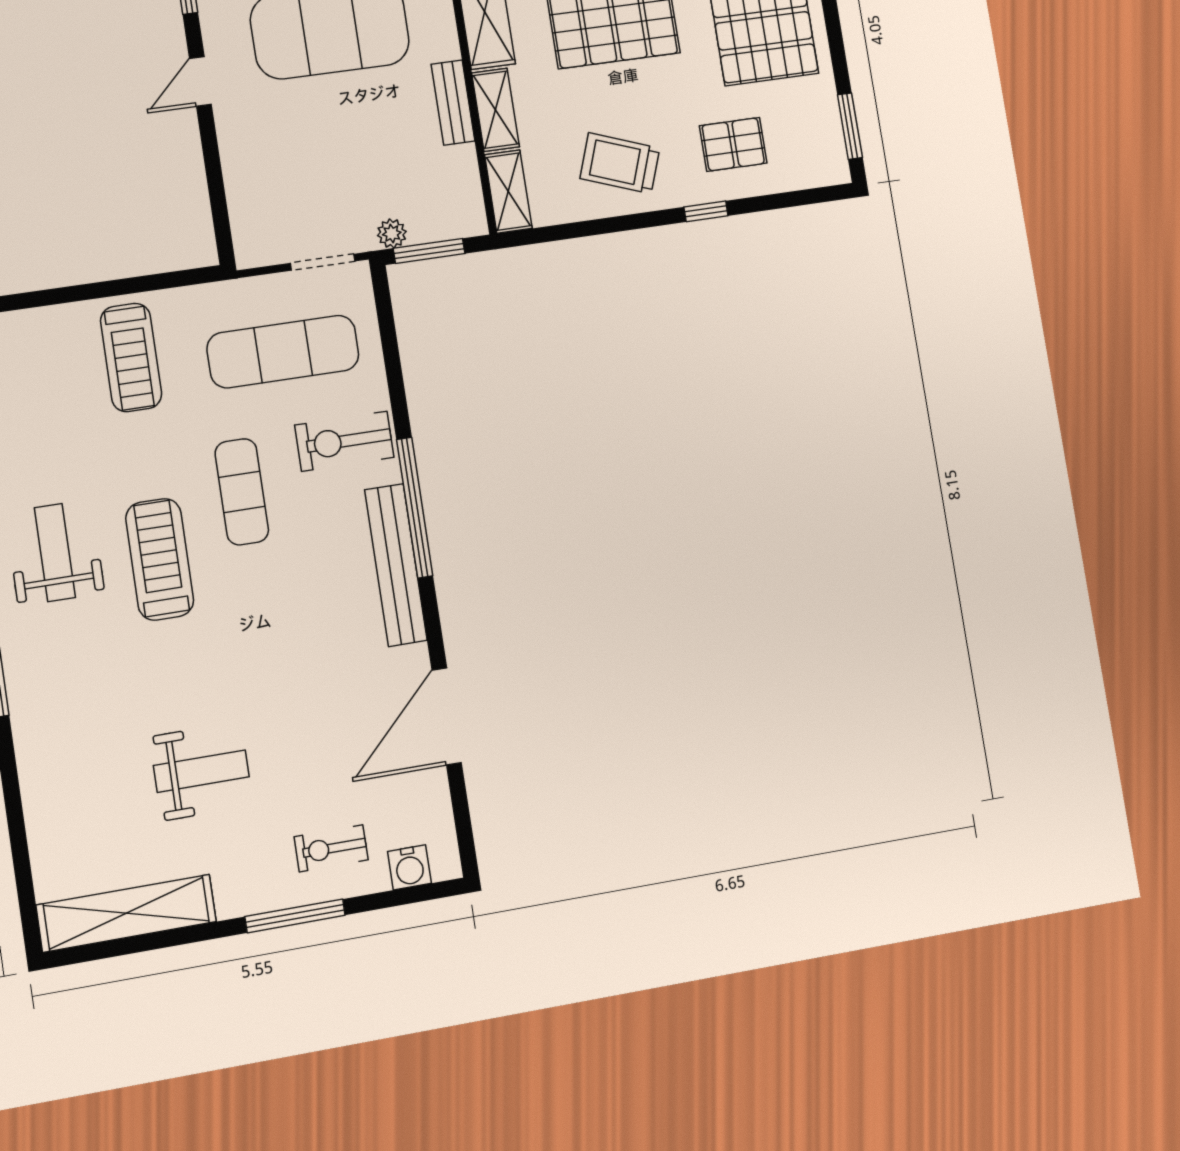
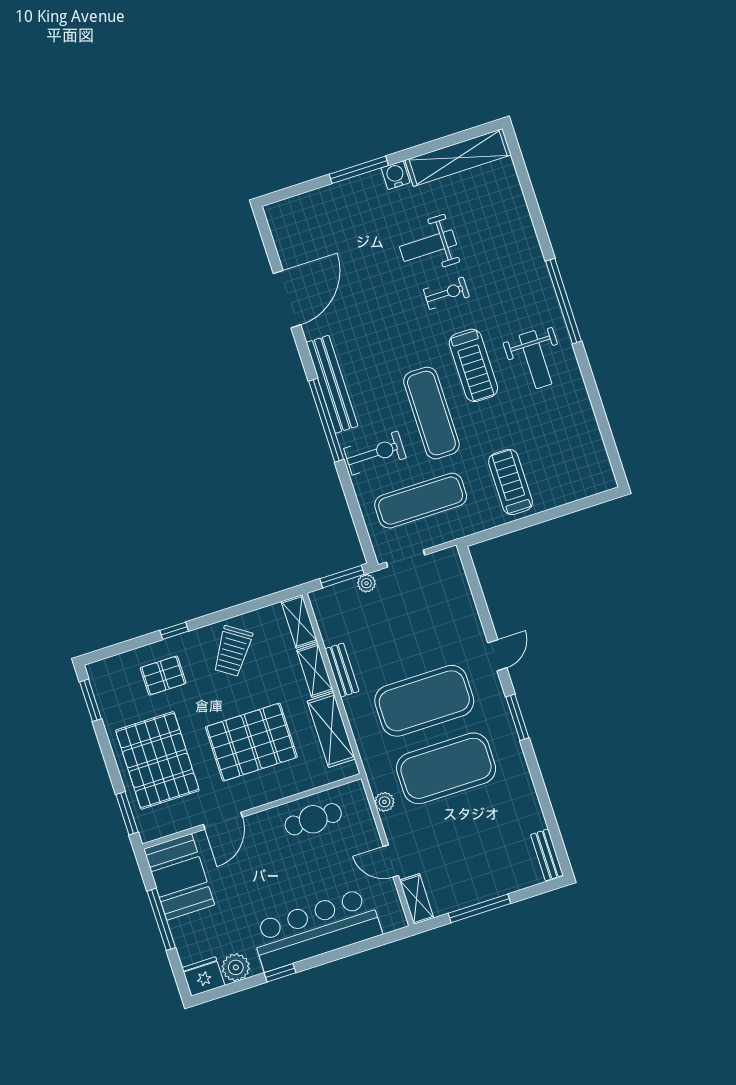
trolley: (620, 163) -> (233, 651), turned 104
exercise mat: (242, 492) -> (431, 413), width x1.36, depth x1.45
exercise bike: (331, 848) -> (446, 293), moved
water cooler: (409, 867) -> (396, 175), moved

